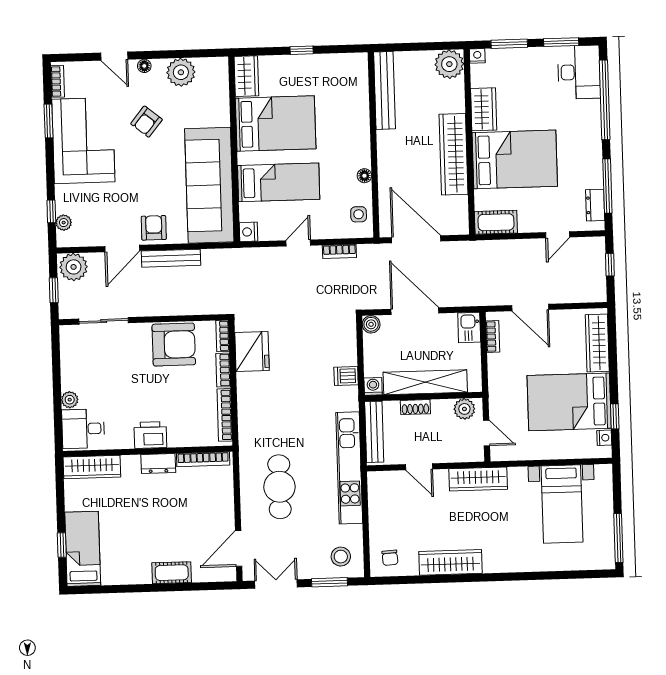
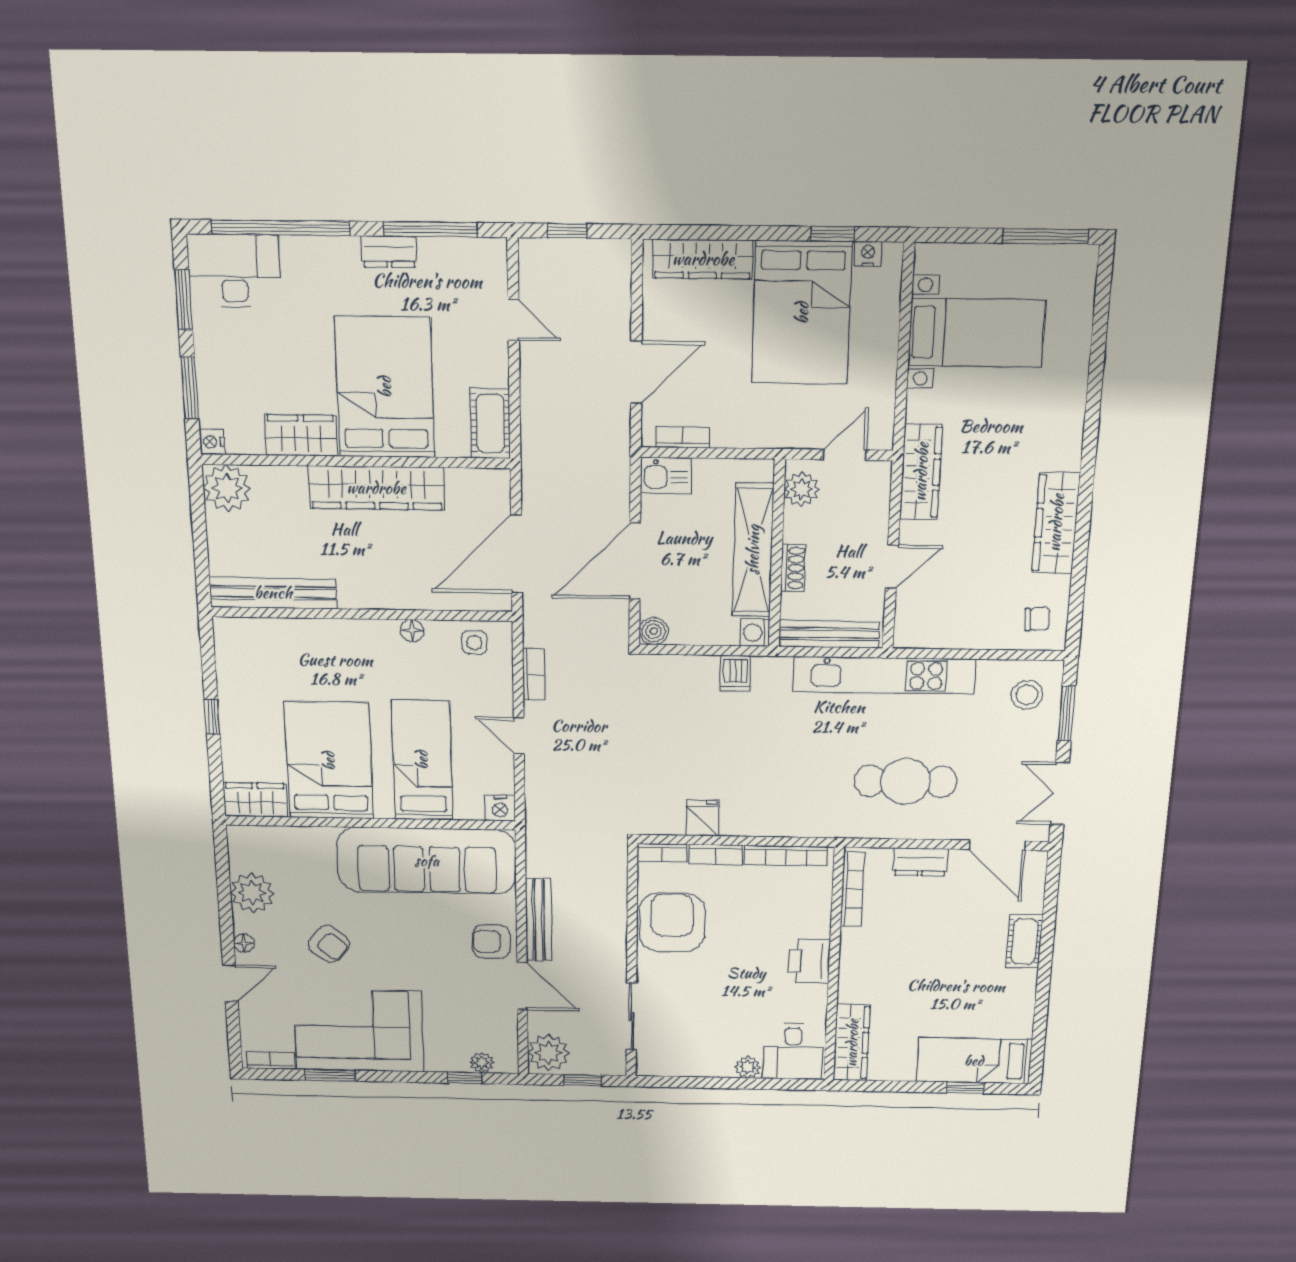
dresser: (595, 205) -> (389, 252), moved
fridge: (252, 352) -> (703, 818), width x0.53, depth x0.75
dresser: (158, 463) -> (920, 862), moved, turned 90

